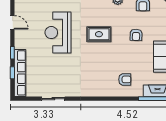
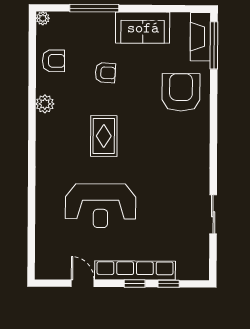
door: (12, 22) -> (83, 283), hinge flipped
row of seats: (20, 73) -> (135, 270), moved
armchair: (125, 79) -> (181, 92), width x1.88, depth x1.88

